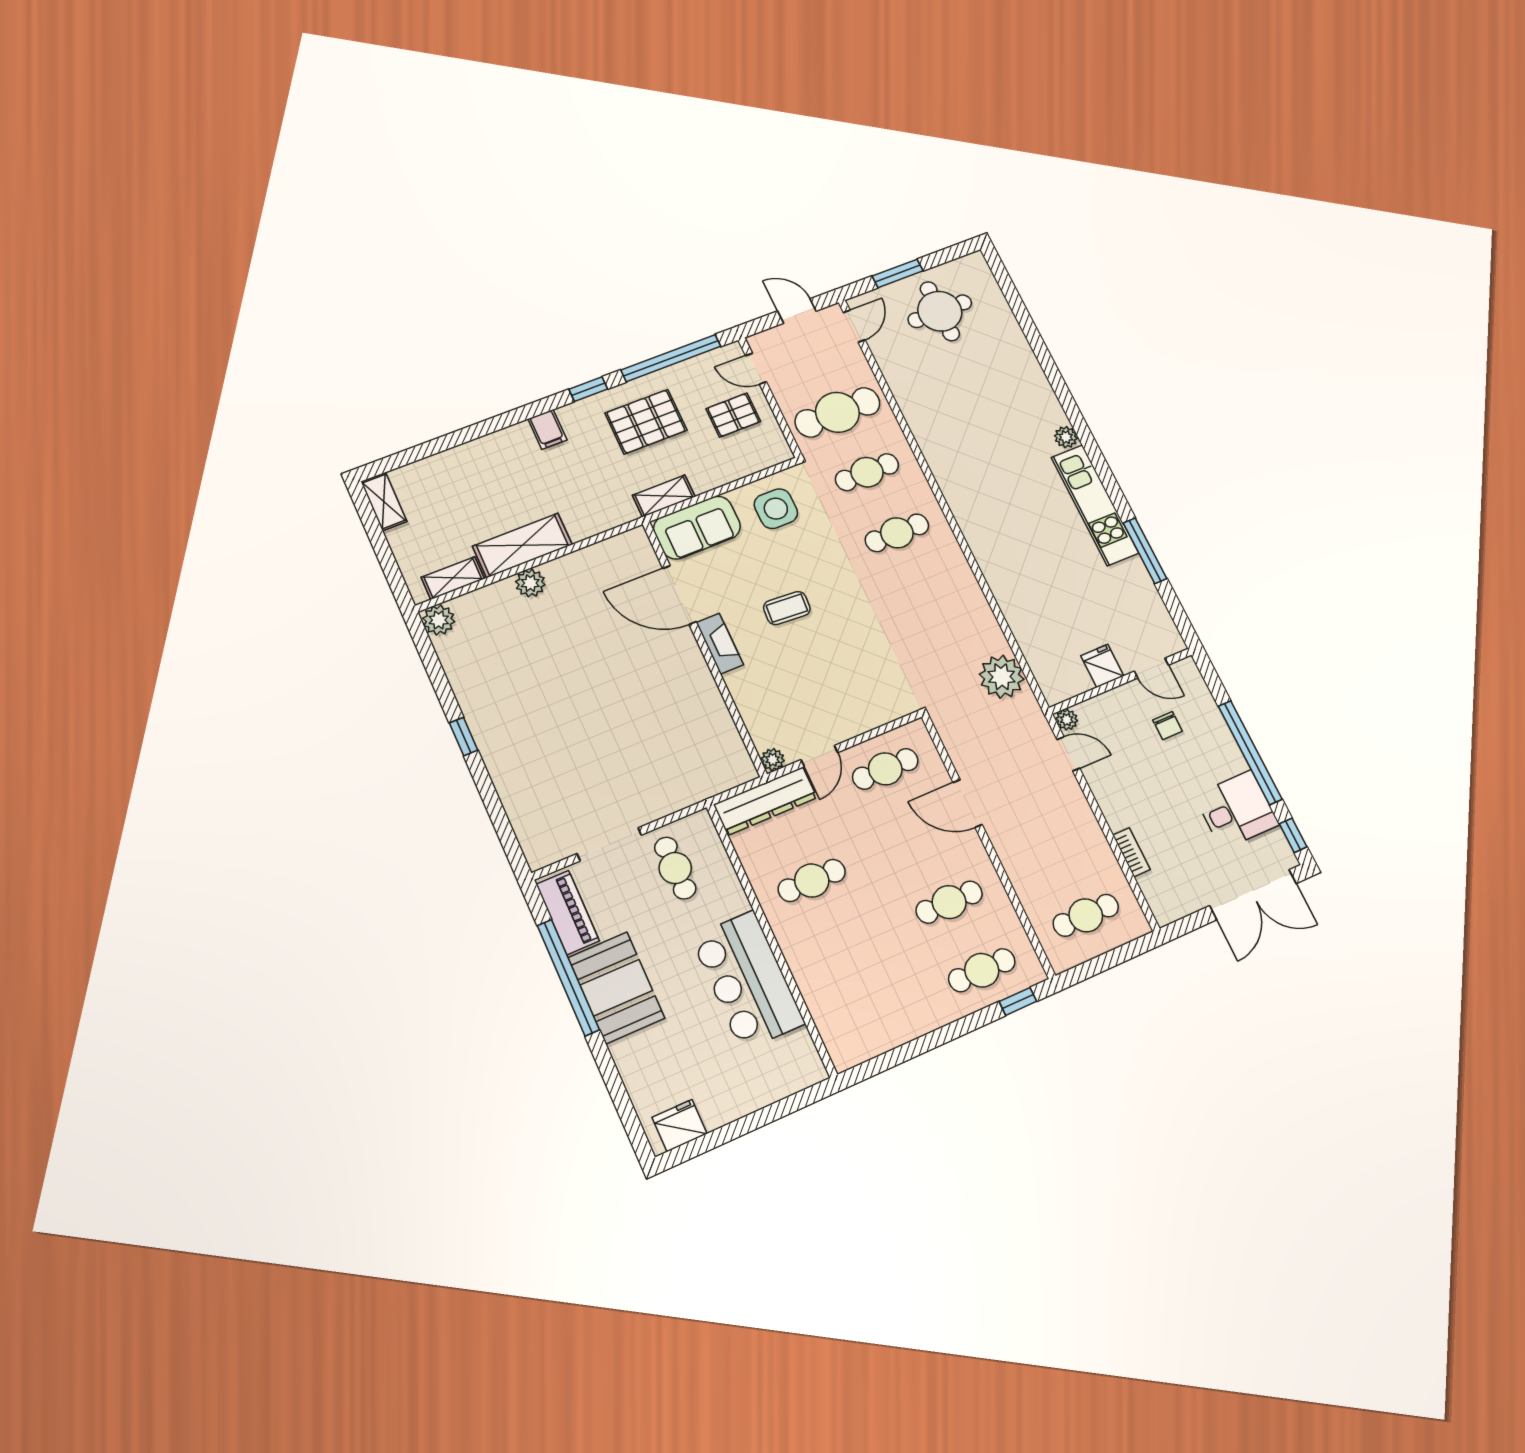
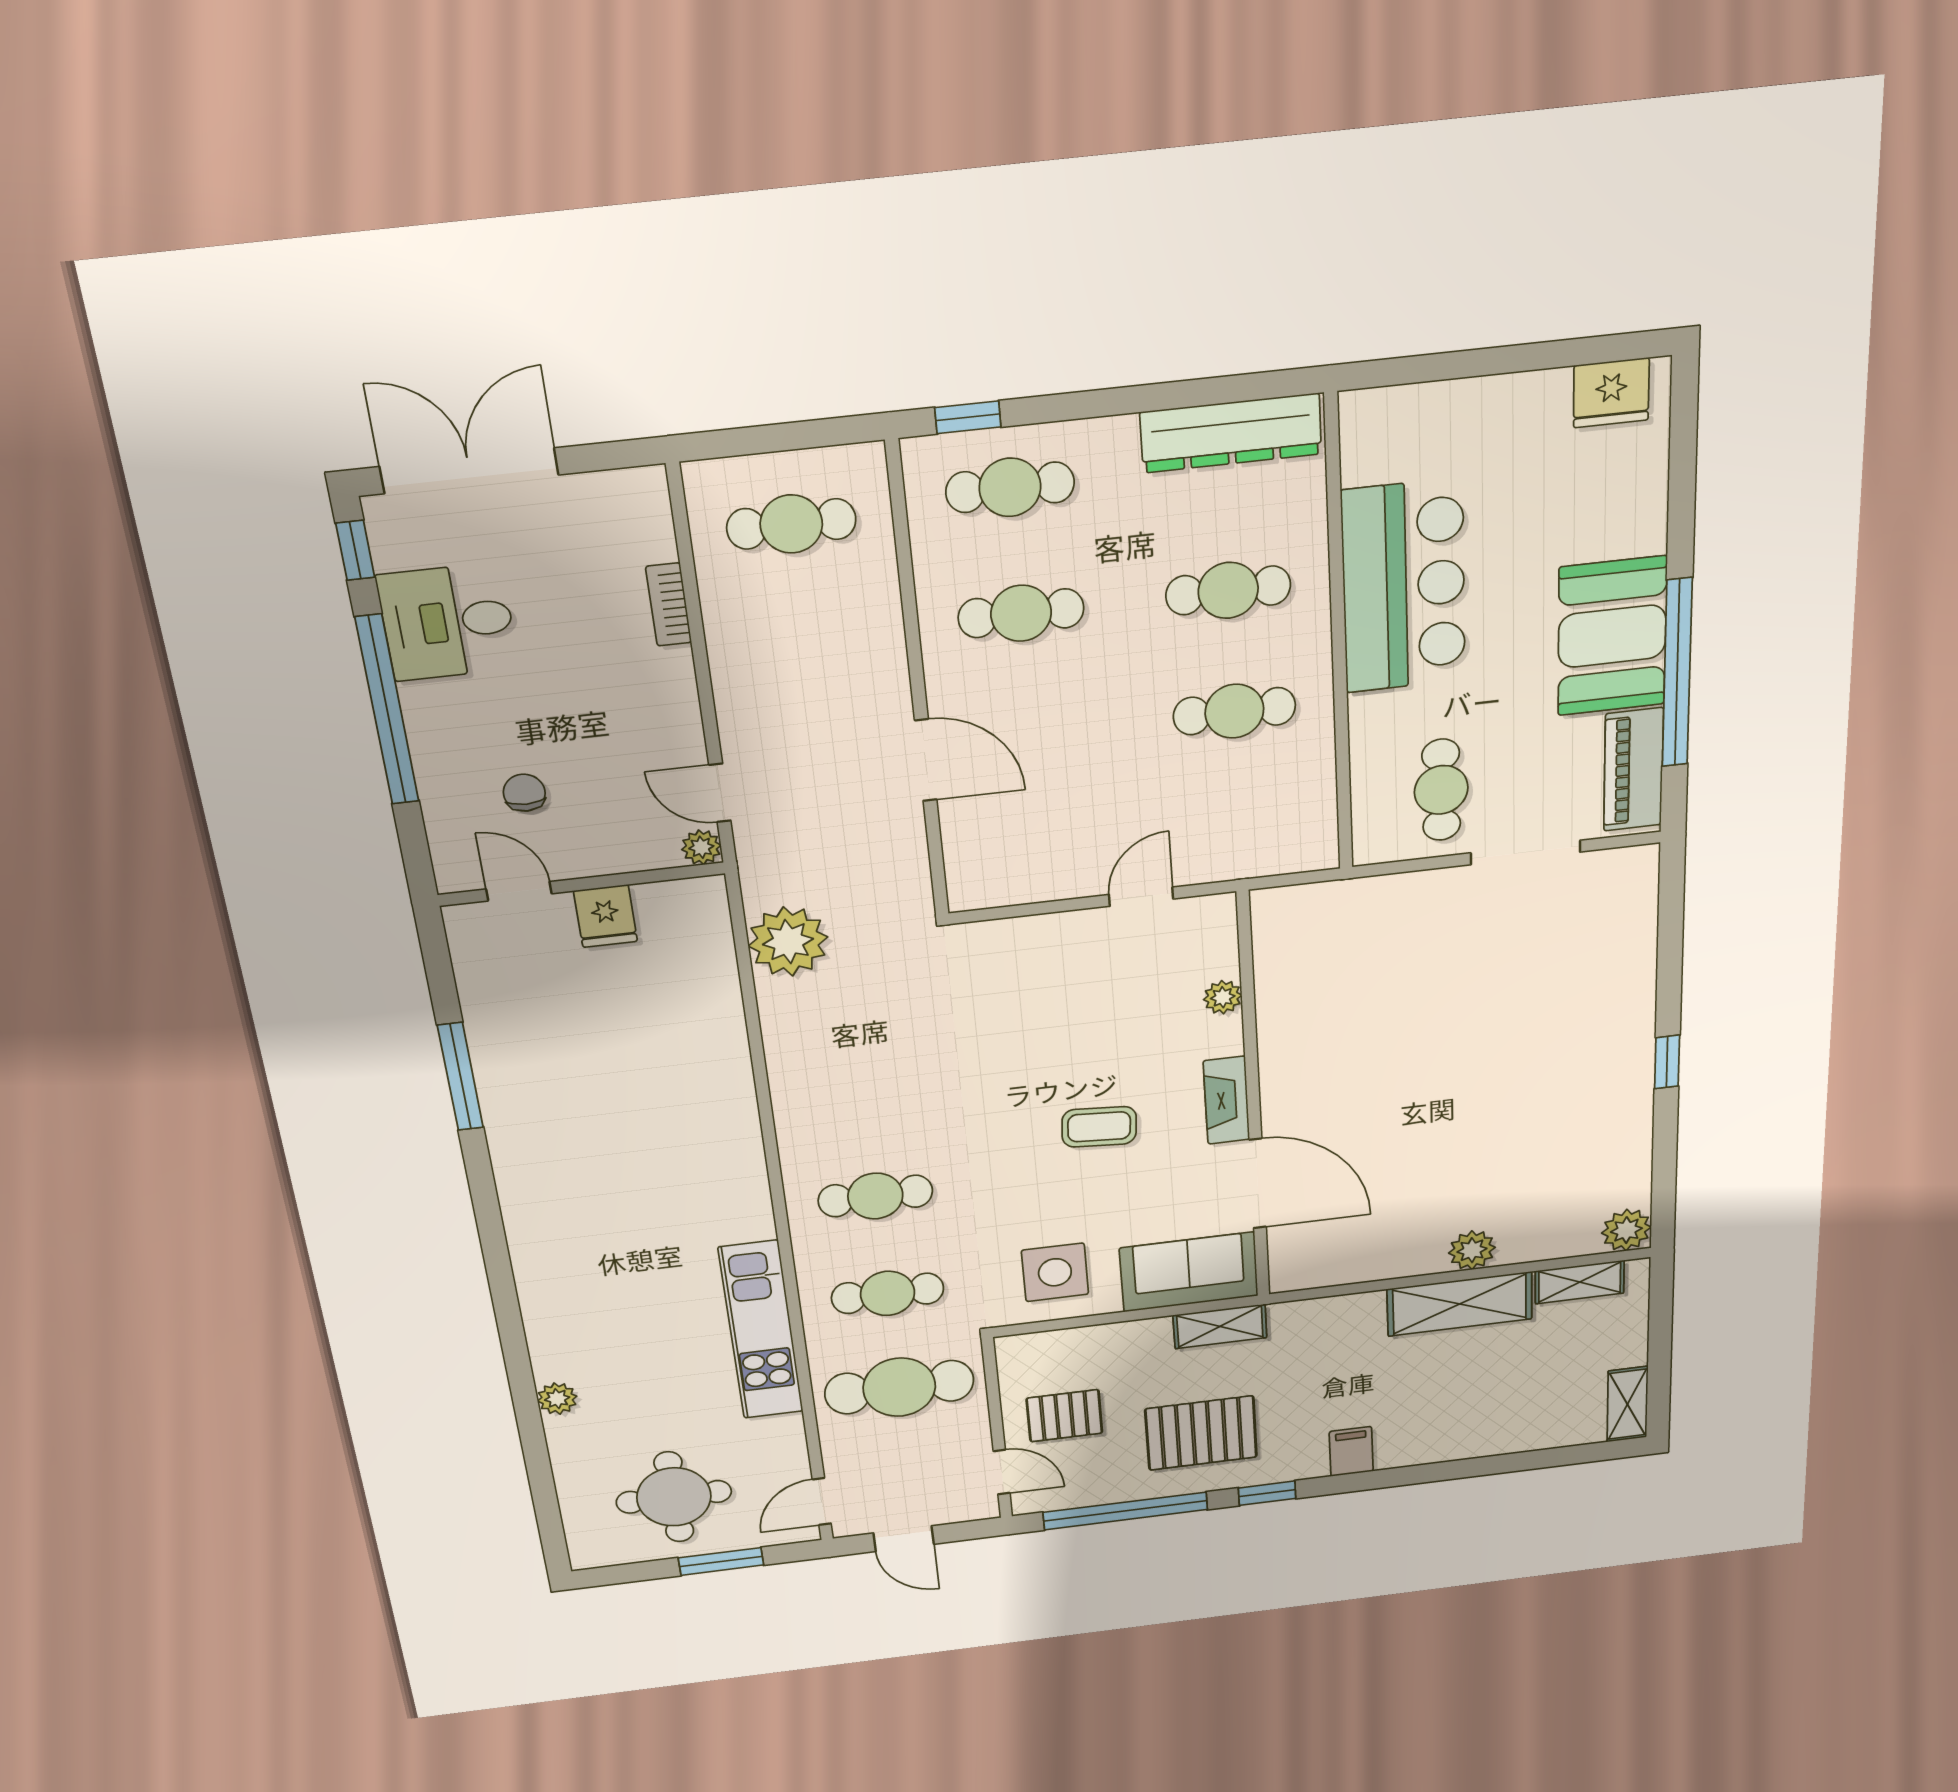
plant: (1066, 437) -> (557, 1399), moved
kitchen unit: (1095, 505) -> (761, 1330), moved, turned 180
plant: (773, 760) -> (1223, 997), moved
cafe table: (885, 769) -> (1228, 590), moved
dresser: (765, 801) -> (1231, 433), moved, turned 180

